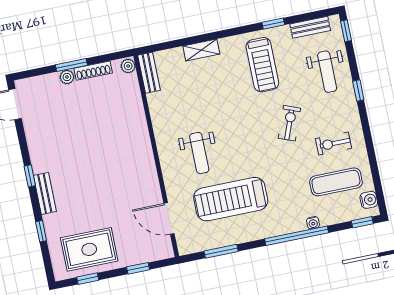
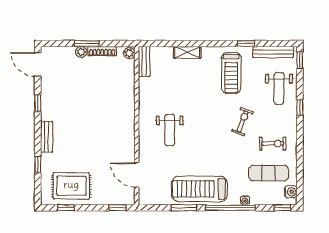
bench: (310, 27) -> (273, 52), width x1.36
exercise bike: (334, 143) -> (273, 144), turned 180
window: (30, 176) -> (38, 103), moved
treadmill: (231, 199) -> (199, 189), moved
window: (221, 251) -> (184, 208), moved
window: (138, 268) -> (118, 208), moved

